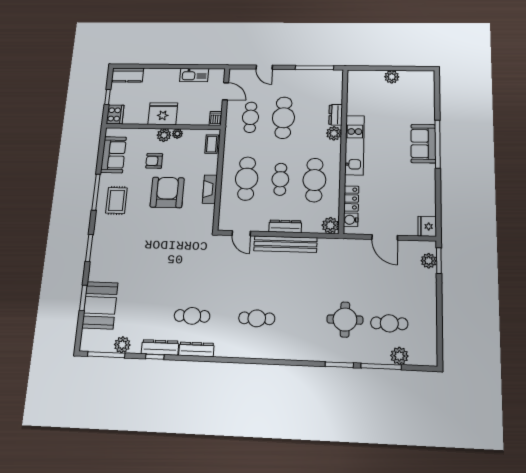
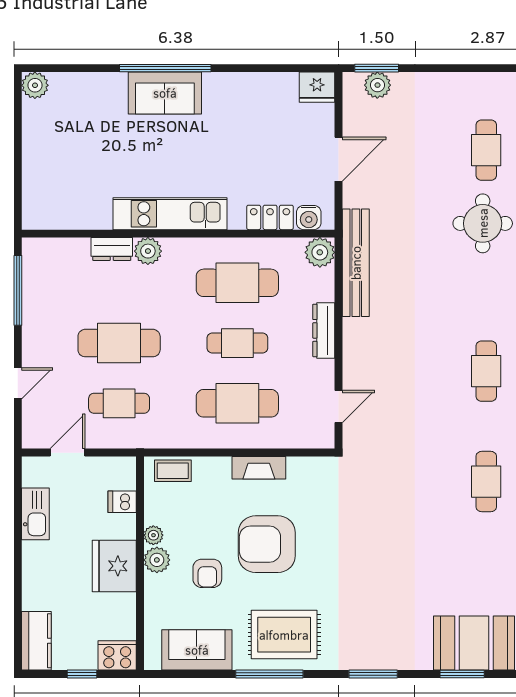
plant: (392, 77) -> (35, 85), moved
dishwasher: (216, 118) -> (122, 502), moved
rug: (117, 200) -> (284, 635), width x1.36, depth x1.43
bench: (285, 244) -> (356, 263), moved

